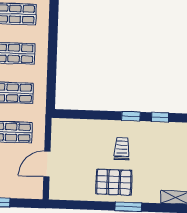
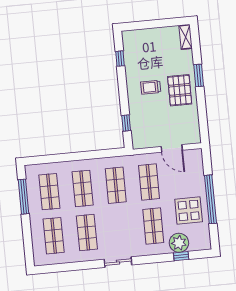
window: (131, 116) -> (126, 123), moved

